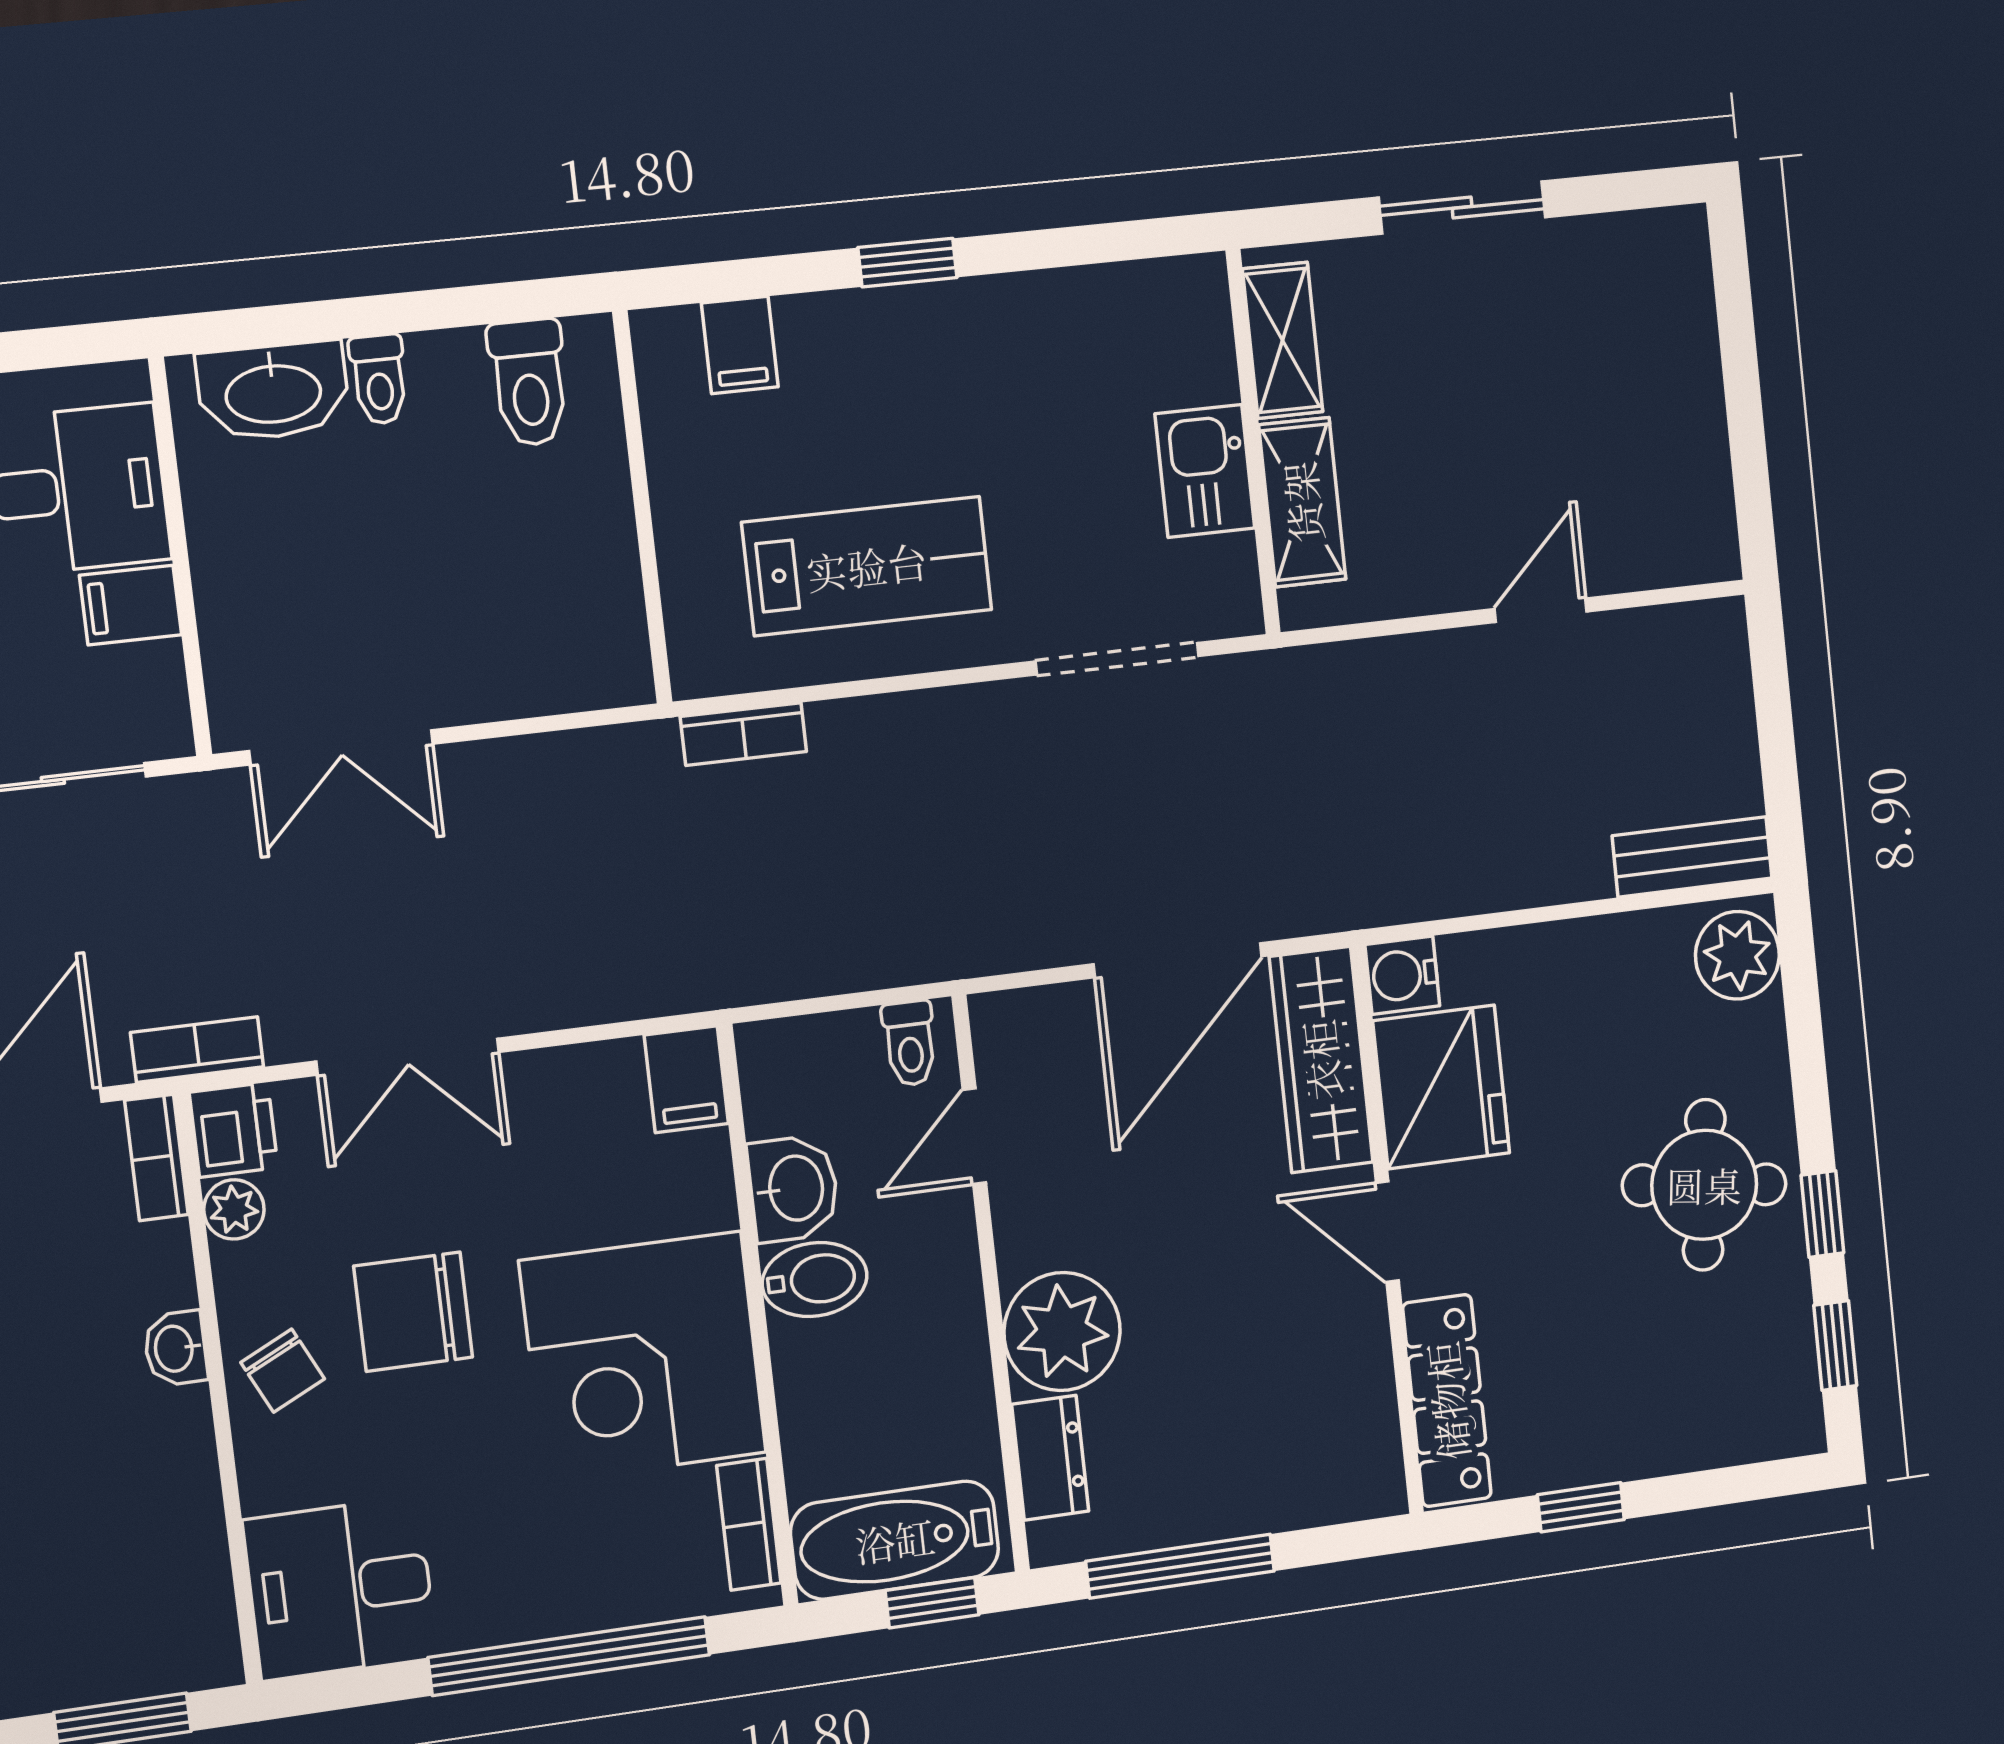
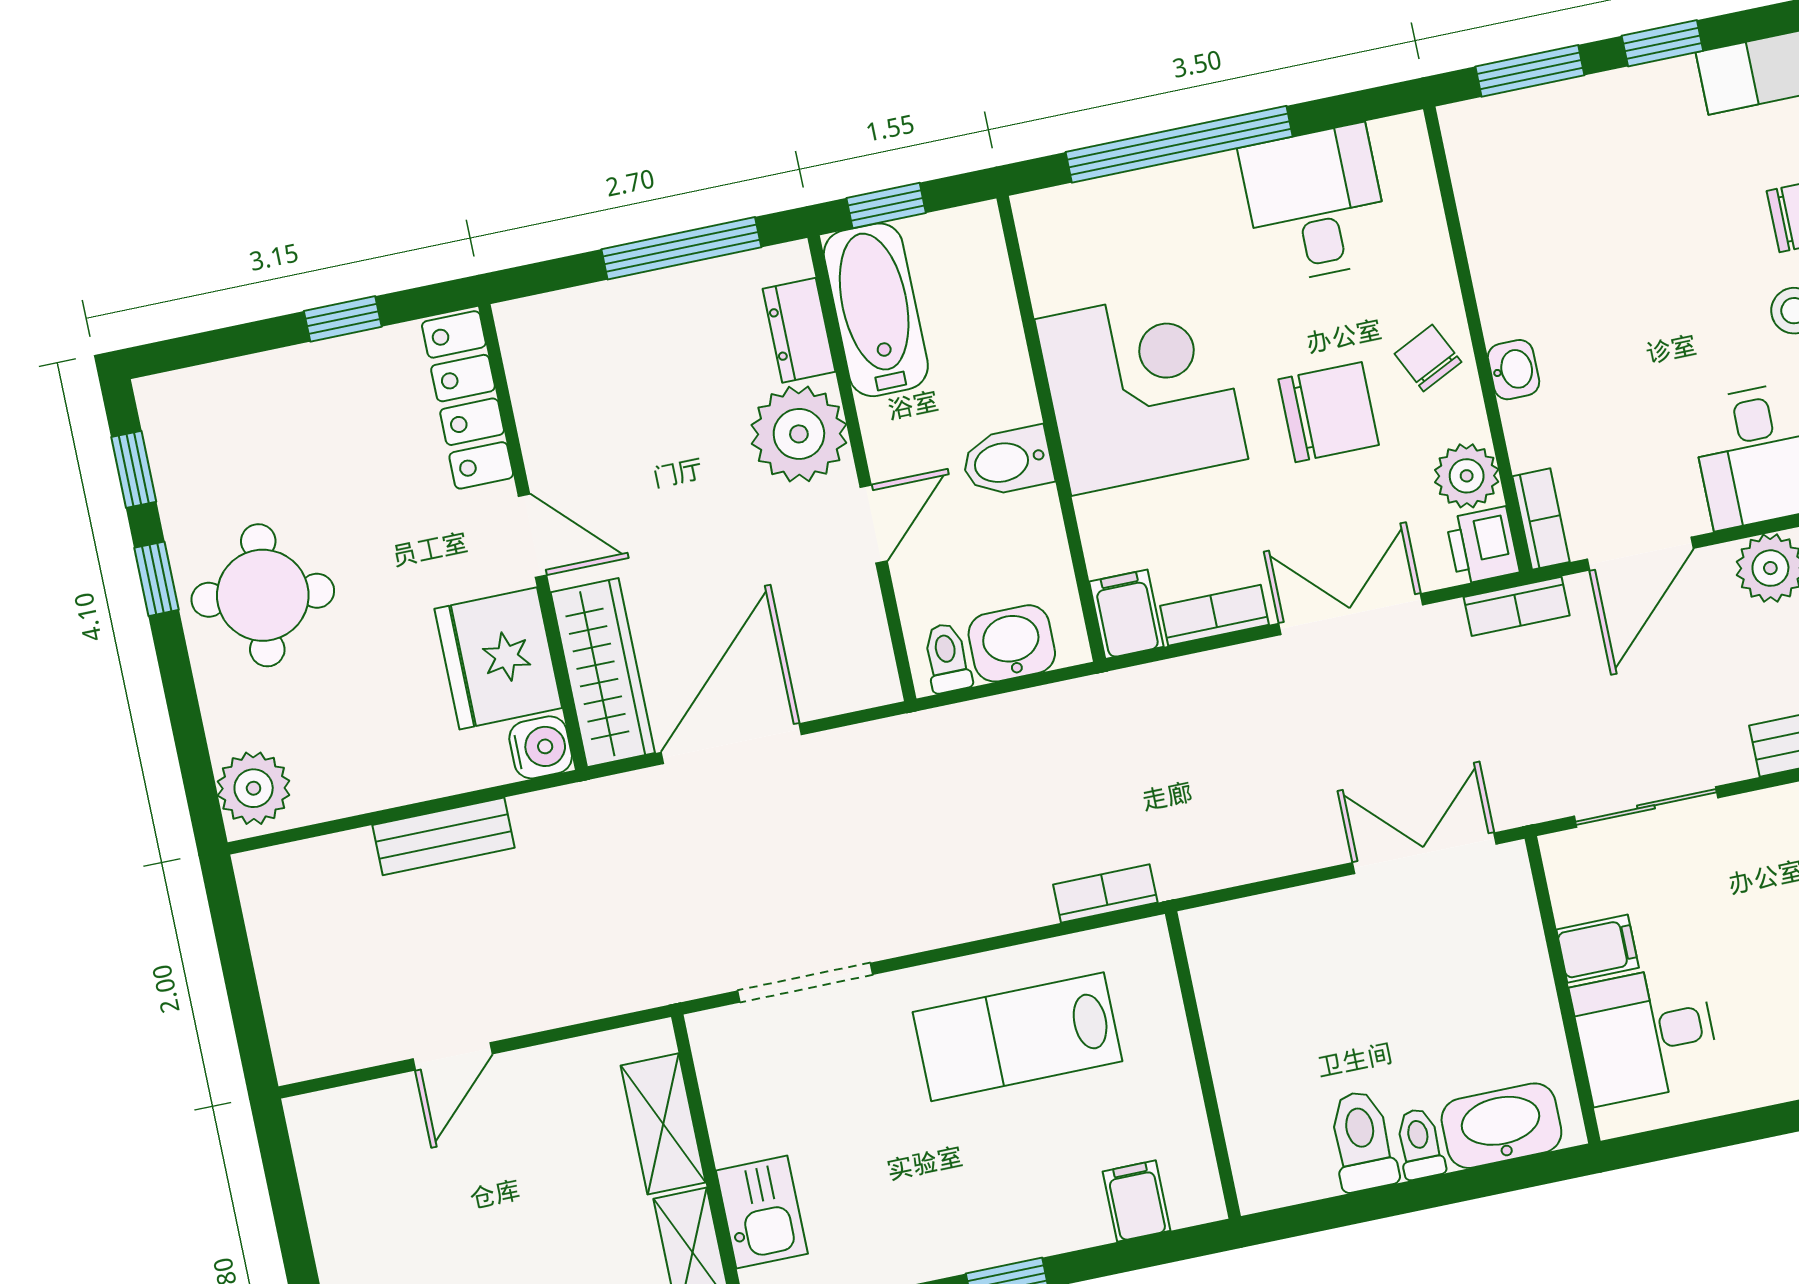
toilet: (529, 383) -> (1362, 1141), moved
kitchen sink: (1205, 471) -> (762, 1212), moved
bench: (1692, 857) -> (443, 836), moved
door: (974, 1136) -> (874, 524), moved
washbasin: (794, 1188) -> (1012, 643), moved, turned 90
plant: (234, 1209) -> (1467, 476), width x1.38, depth x1.38
bookcase: (749, 1524) -> (1214, 615), moved, turned -90
bathtub: (895, 1540) -> (876, 310), moved, turned -90
desk: (340, 1588) -> (1315, 204), moved, turned -90

